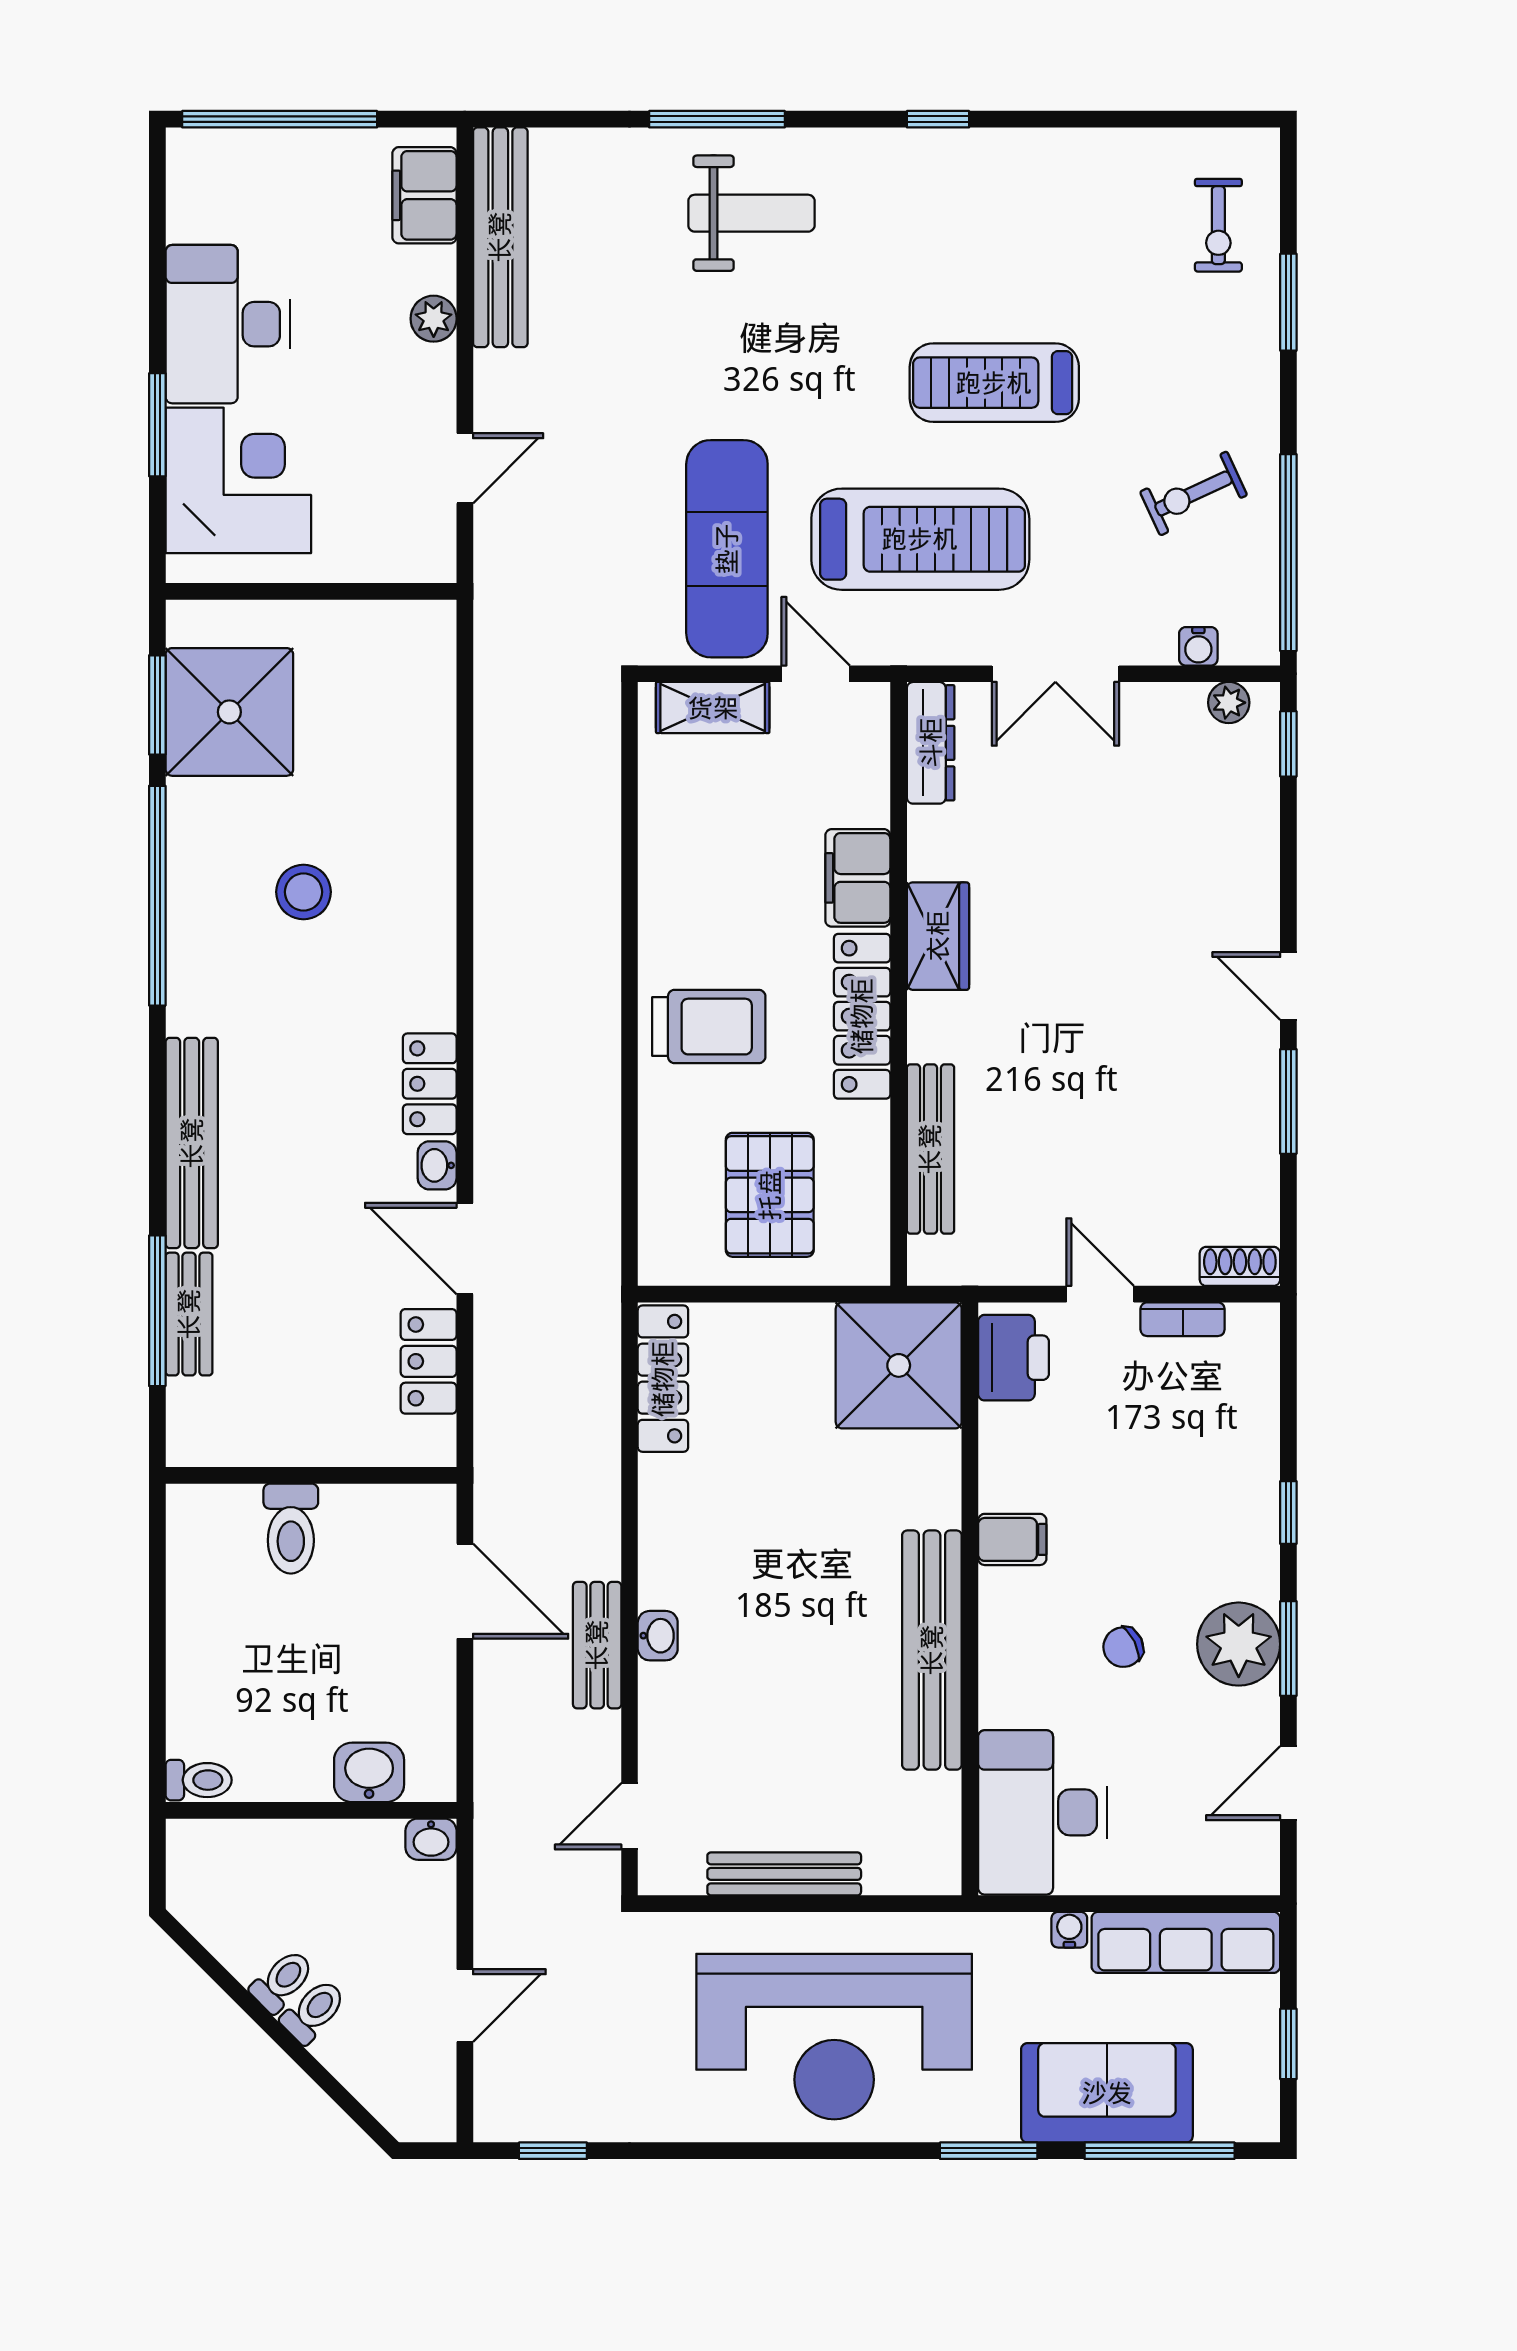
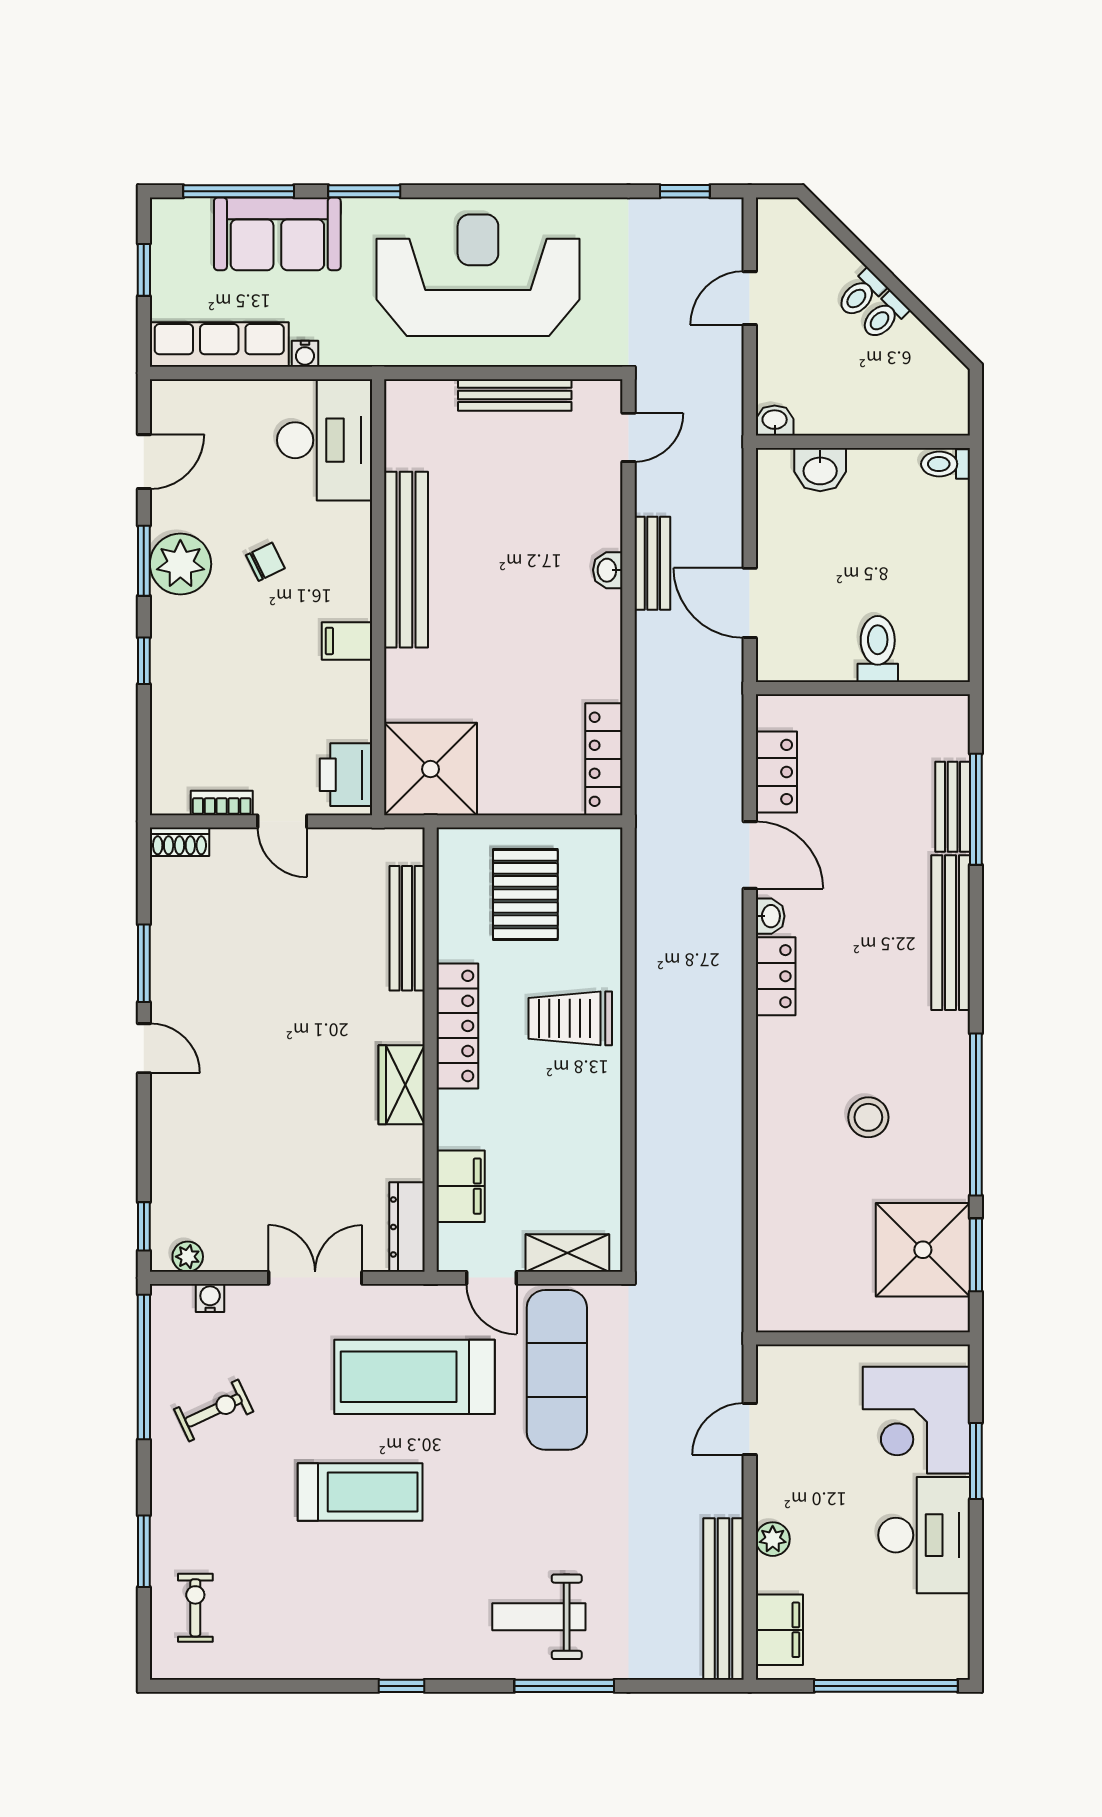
filing cabinet: (858, 878) -> (461, 1186), moved

